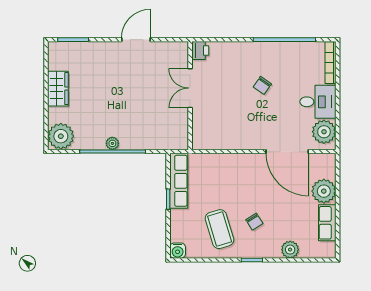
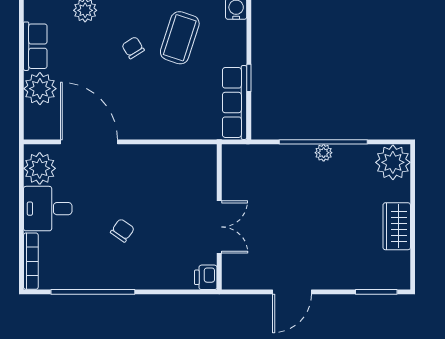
coffee table: (220, 229) -> (180, 38), turned 35

